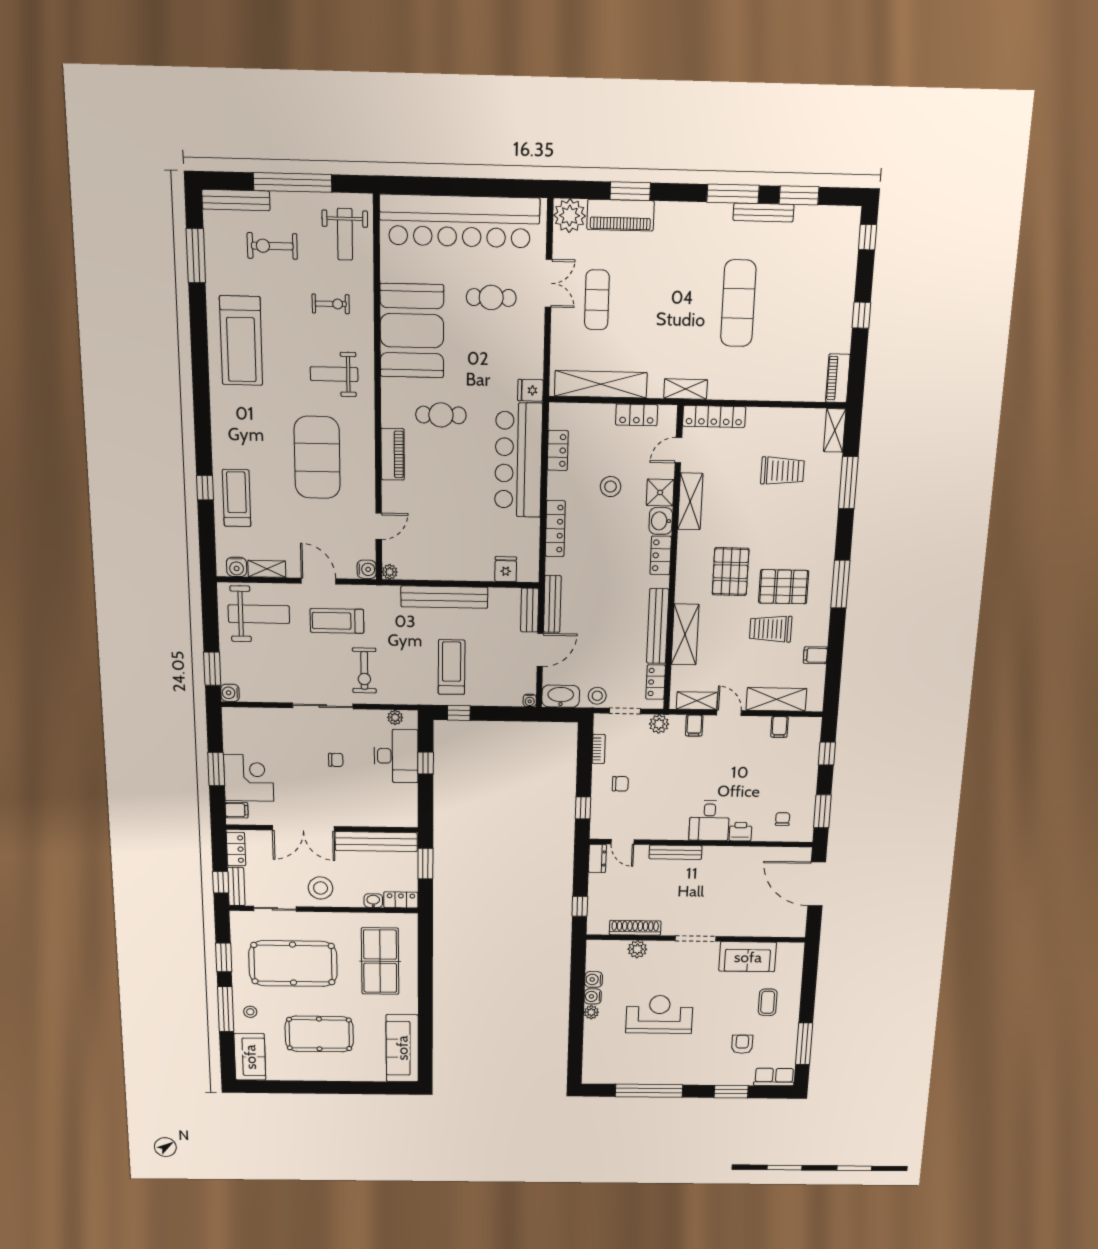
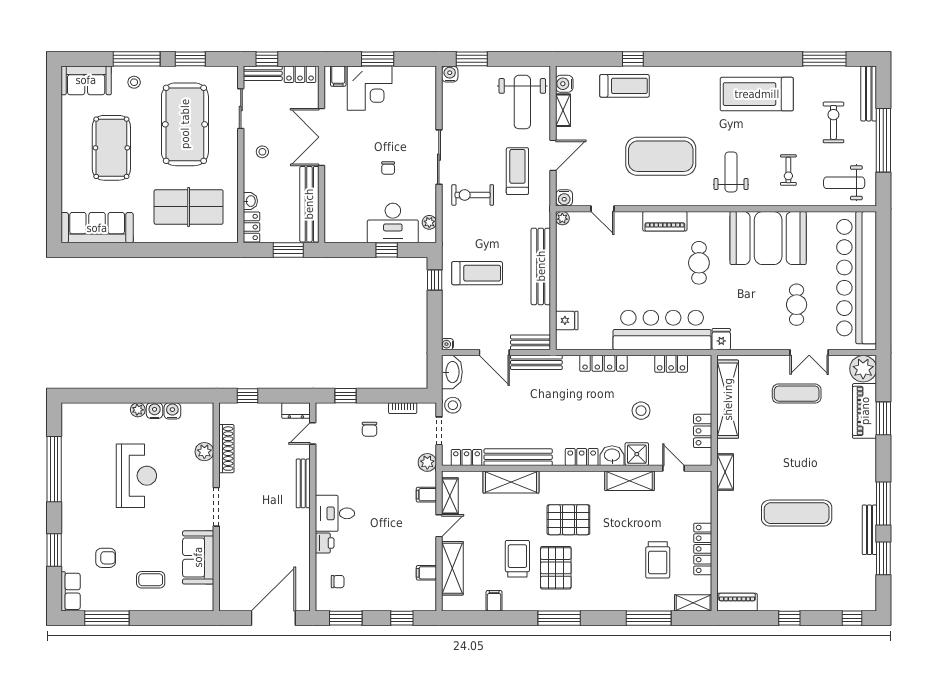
locker: (714, 416) -> (703, 549), moved
stool: (321, 888) -> (262, 152), width x0.53, depth x0.53

